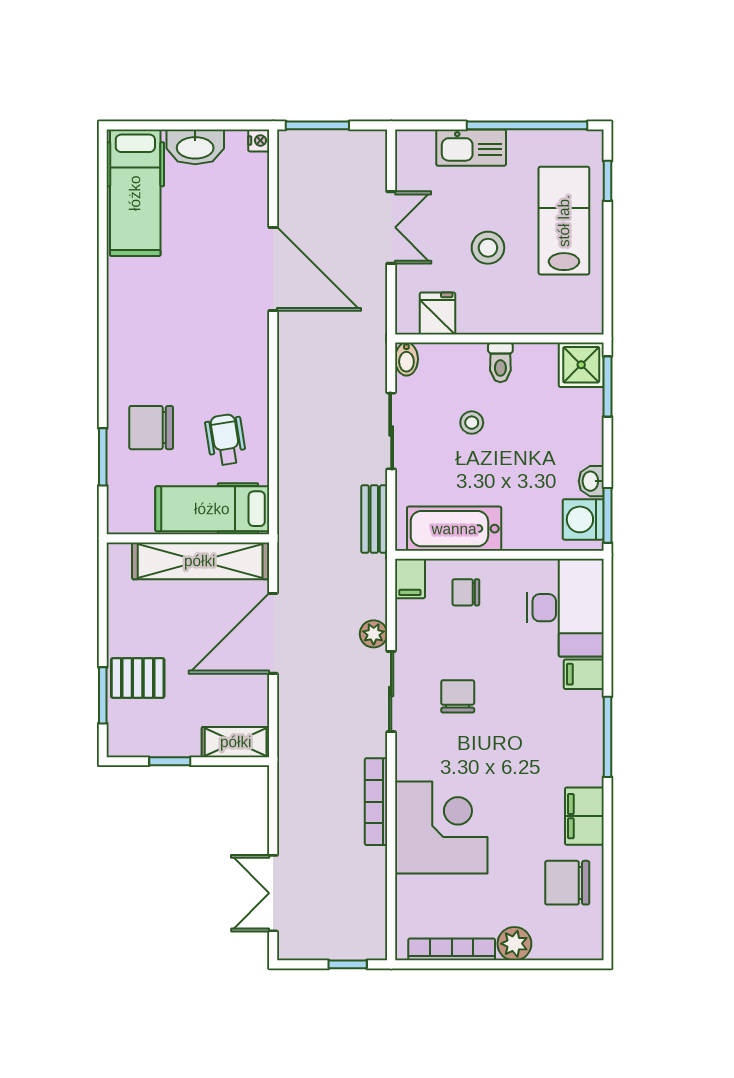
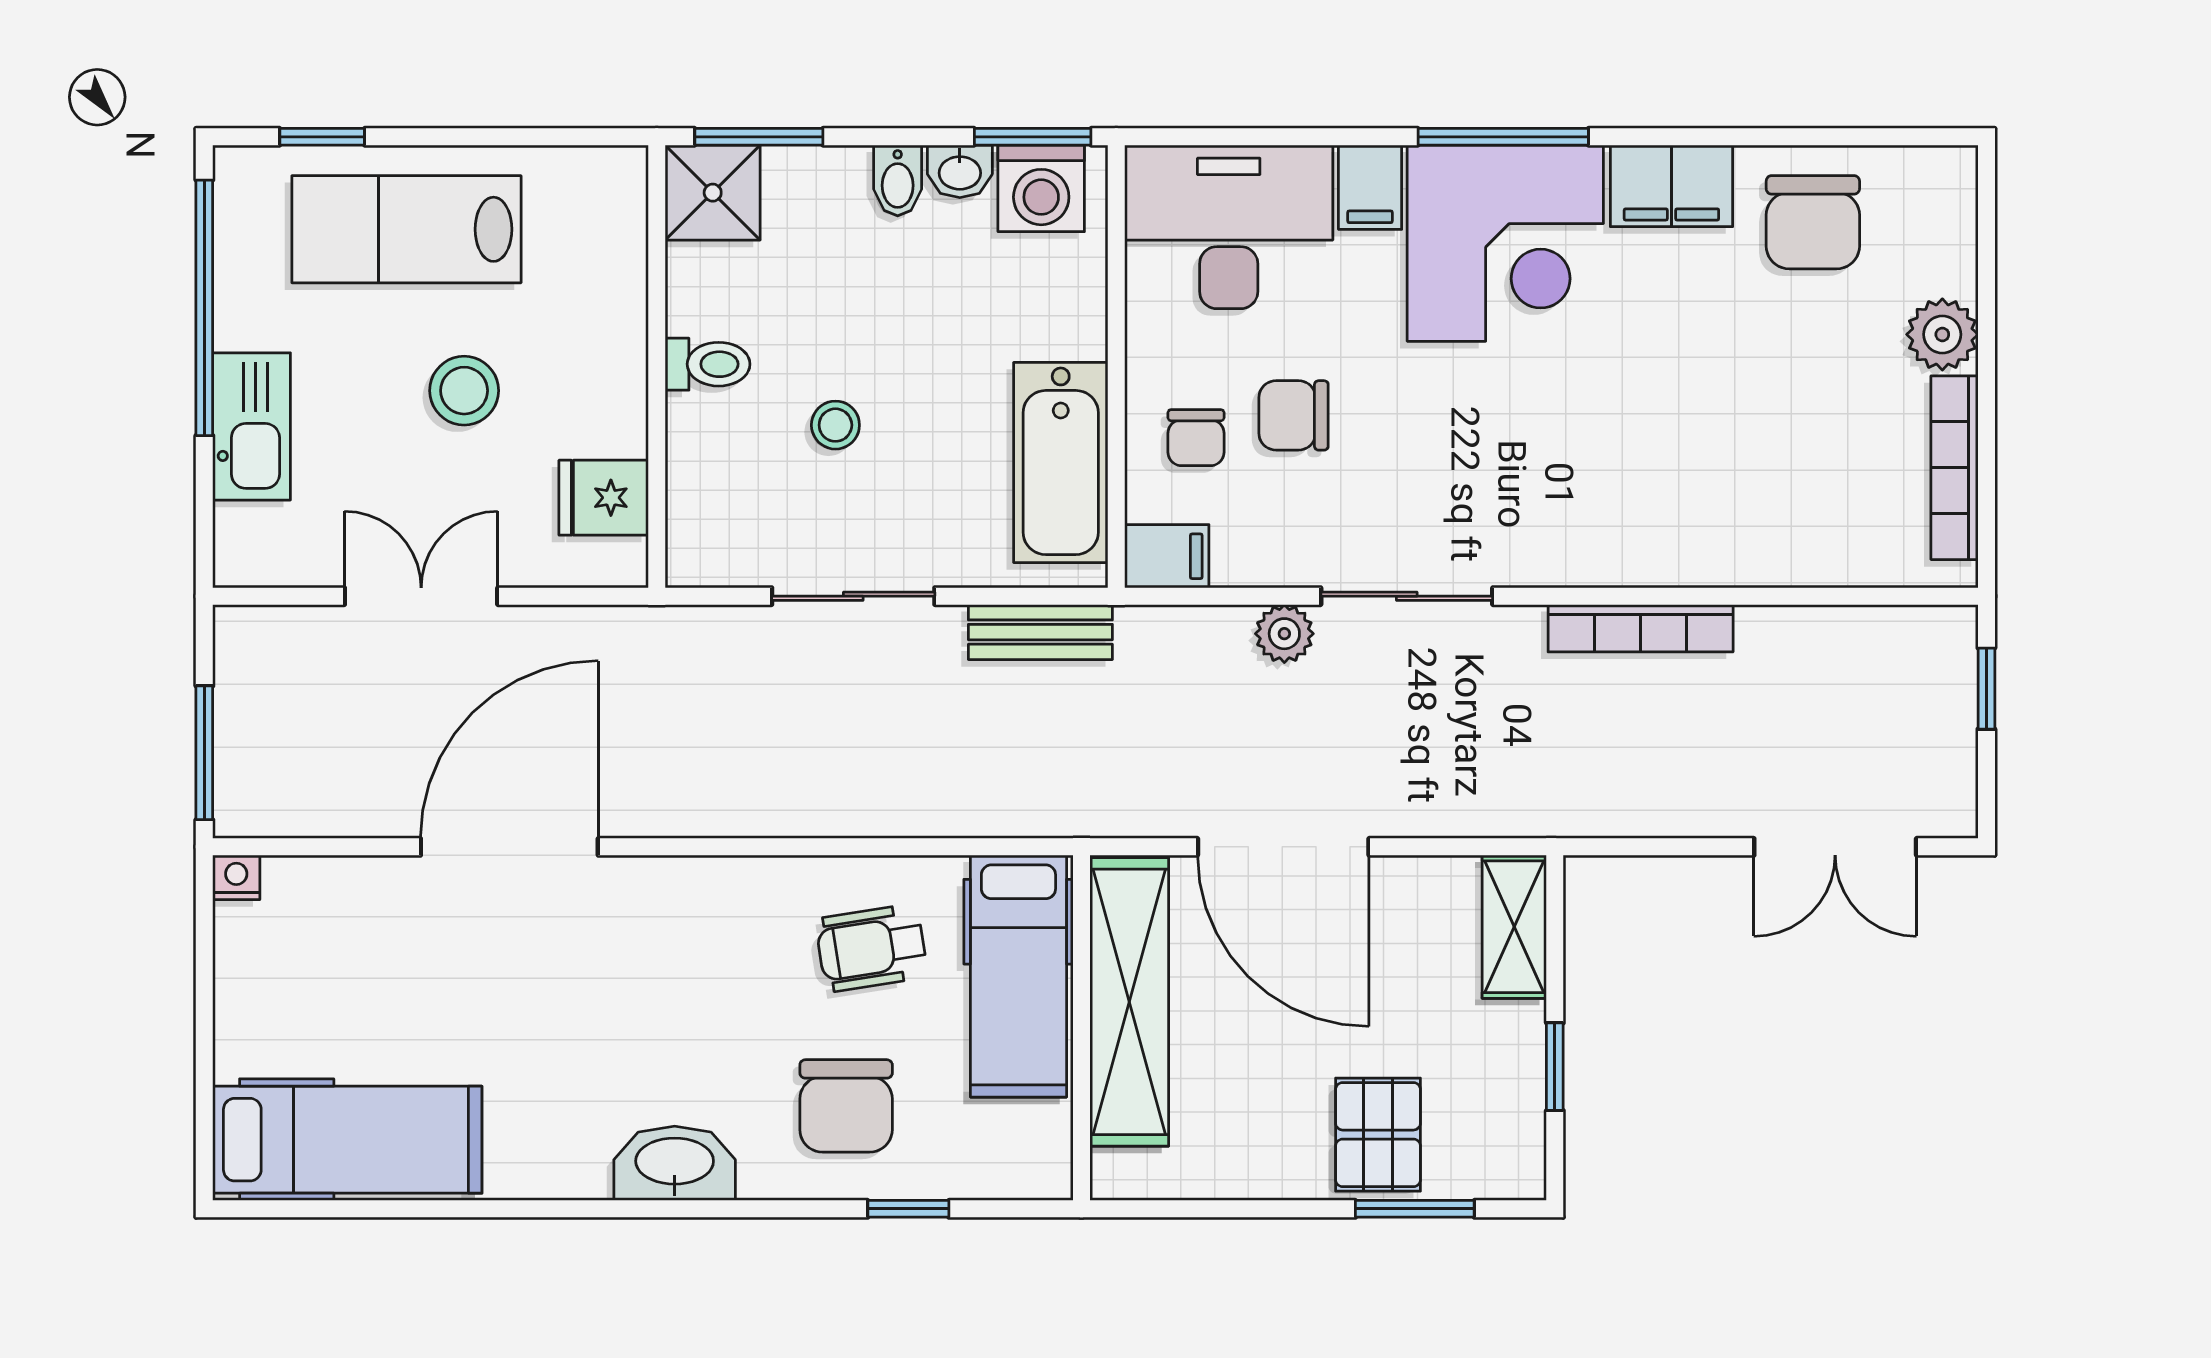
washbasin: (195, 147) -> (675, 1163), moved, turned -90
bidet: (406, 359) -> (898, 181), moved, turned 90
window: (103, 457) -> (908, 1209), width x0.67
chair: (458, 696) -> (1294, 415), moved
corner desk: (441, 828) -> (1505, 243), moved, turned 180

